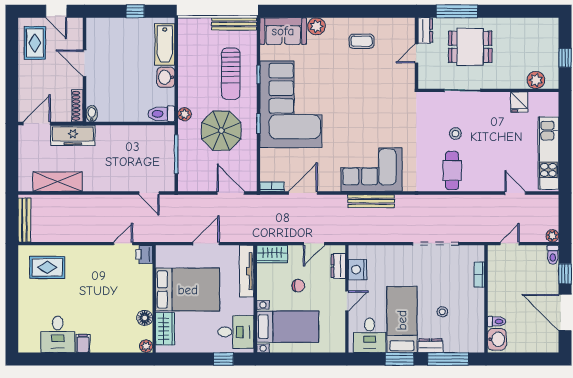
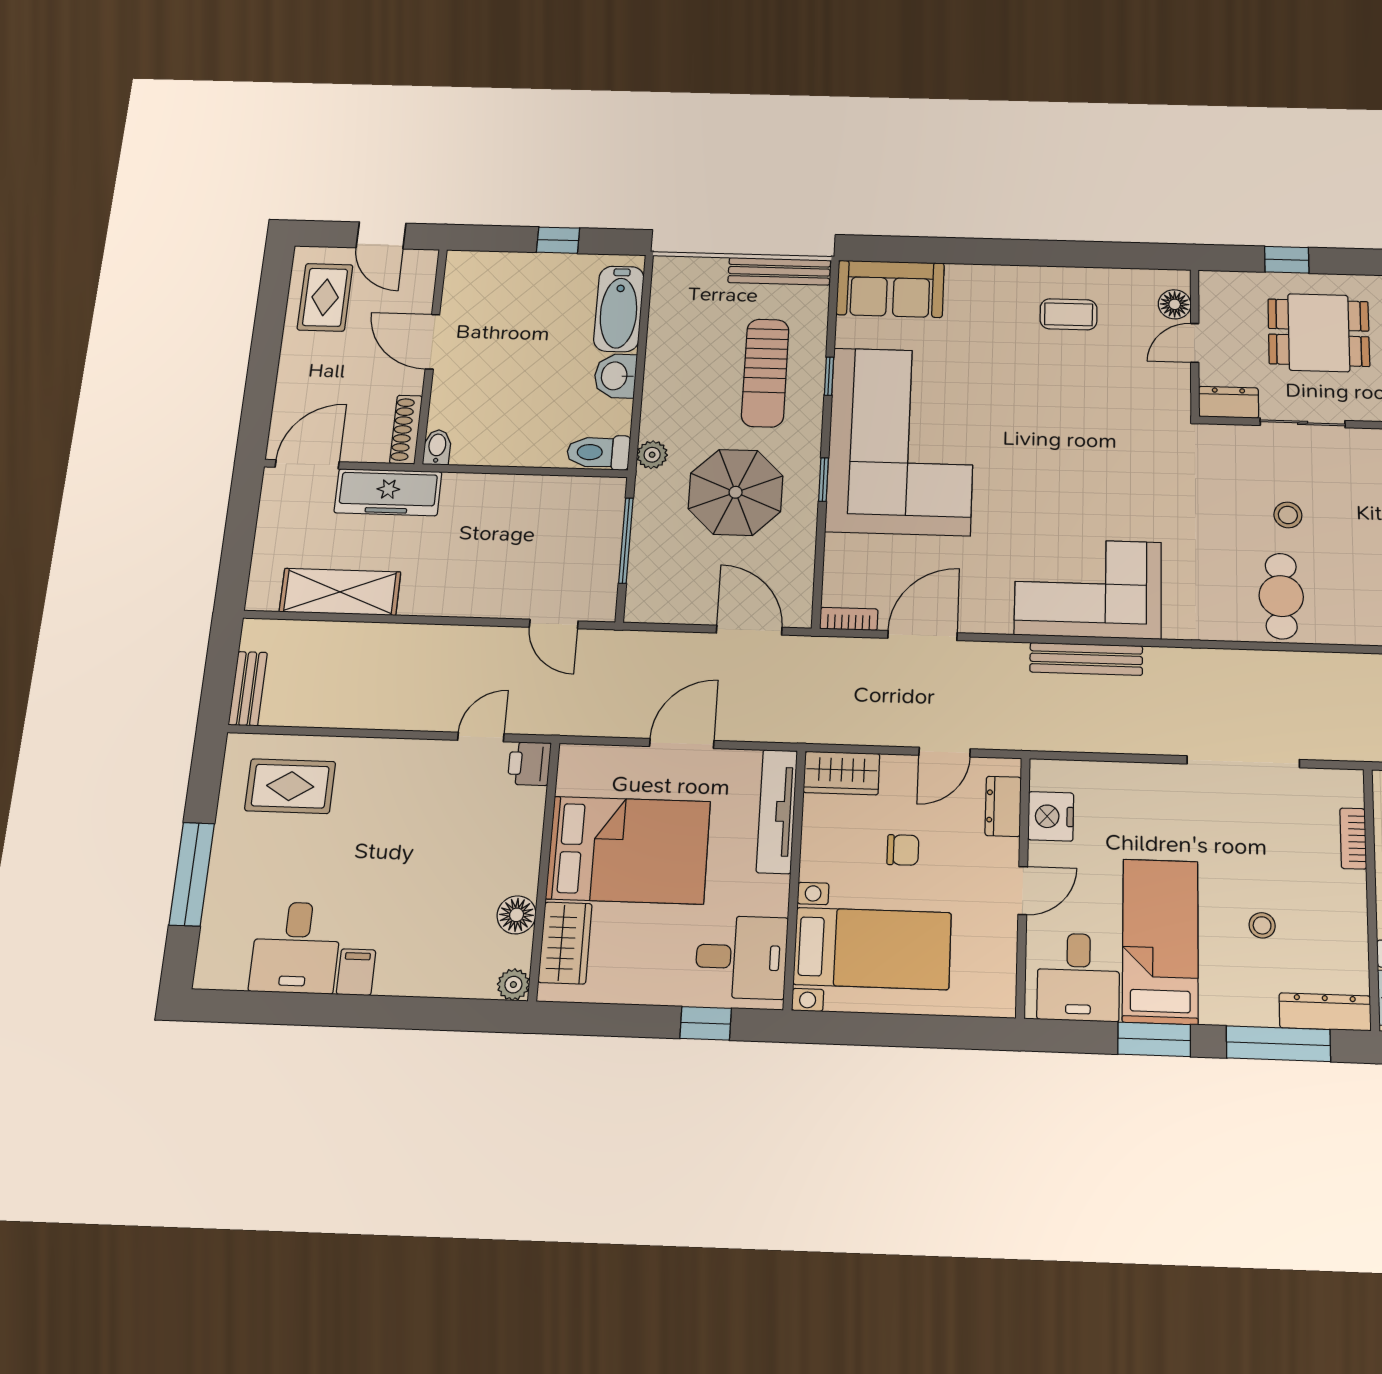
window: (457, 11) -> (1287, 260), width x0.46
plant: (316, 26) -> (966, 281), removed
dresser: (425, 30) -> (1229, 402), moved, turned -90
floor lamp: (408, 35) -> (1175, 304), added
bench: (24, 220) -> (248, 689), width x0.73
window: (12, 306) -> (192, 874), added
dresser: (430, 346) -> (1325, 1012), moved, width x1.44

